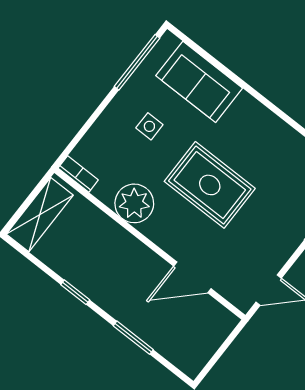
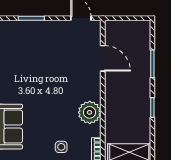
side table: (149, 126) -> (61, 147), moved
rug: (210, 185) -> (53, 84), removed

